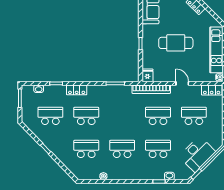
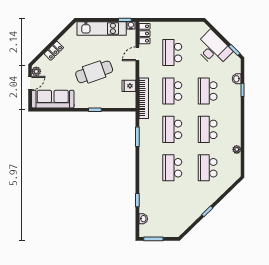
cafe table: (176, 43) -> (94, 72), turned 71
fridge: (147, 75) -> (129, 86), moved
door: (182, 83) -> (137, 54), moved
locker: (77, 90) -> (144, 178), removed
school desk: (50, 116) -> (172, 129), moved

